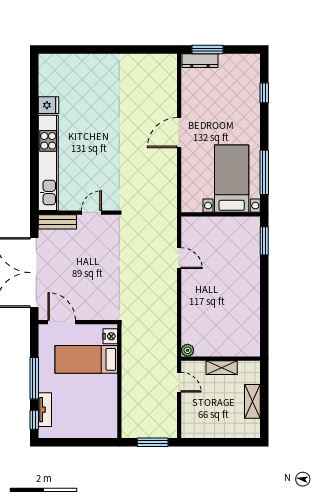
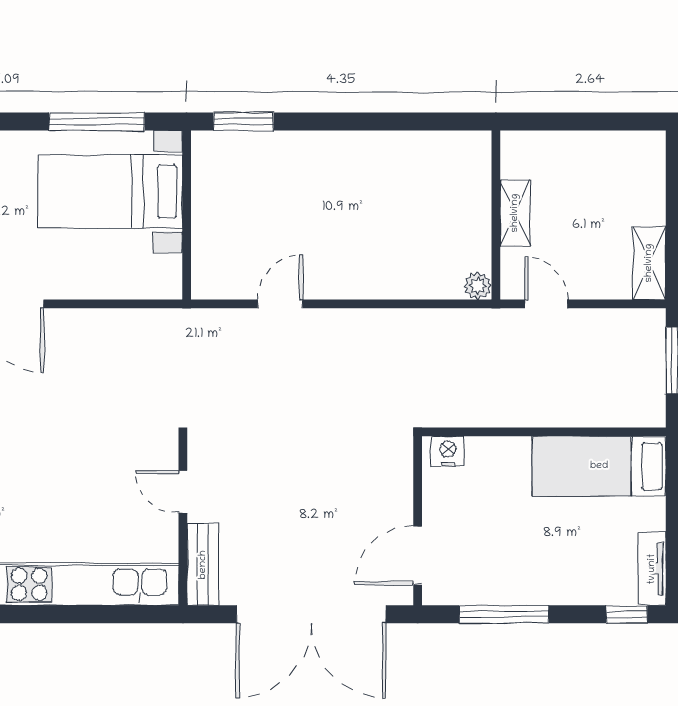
bed: (86, 359) -> (599, 466), moved, turned 90
window: (34, 378) -> (504, 614), moved
door: (179, 382) -> (546, 304), hinge flipped
shelving: (252, 401) -> (649, 263), moved, turned 90
tv unit: (45, 410) -> (652, 569), moved, turned -90

